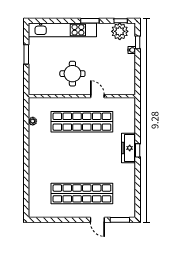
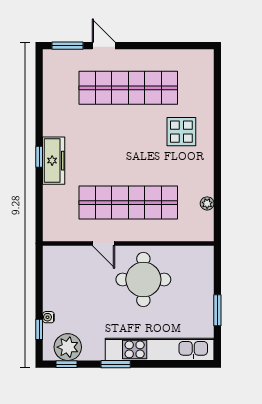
round table: (72, 74) -> (143, 280), width x1.36, depth x1.36
display table: (49, 166) -> (181, 132), added

